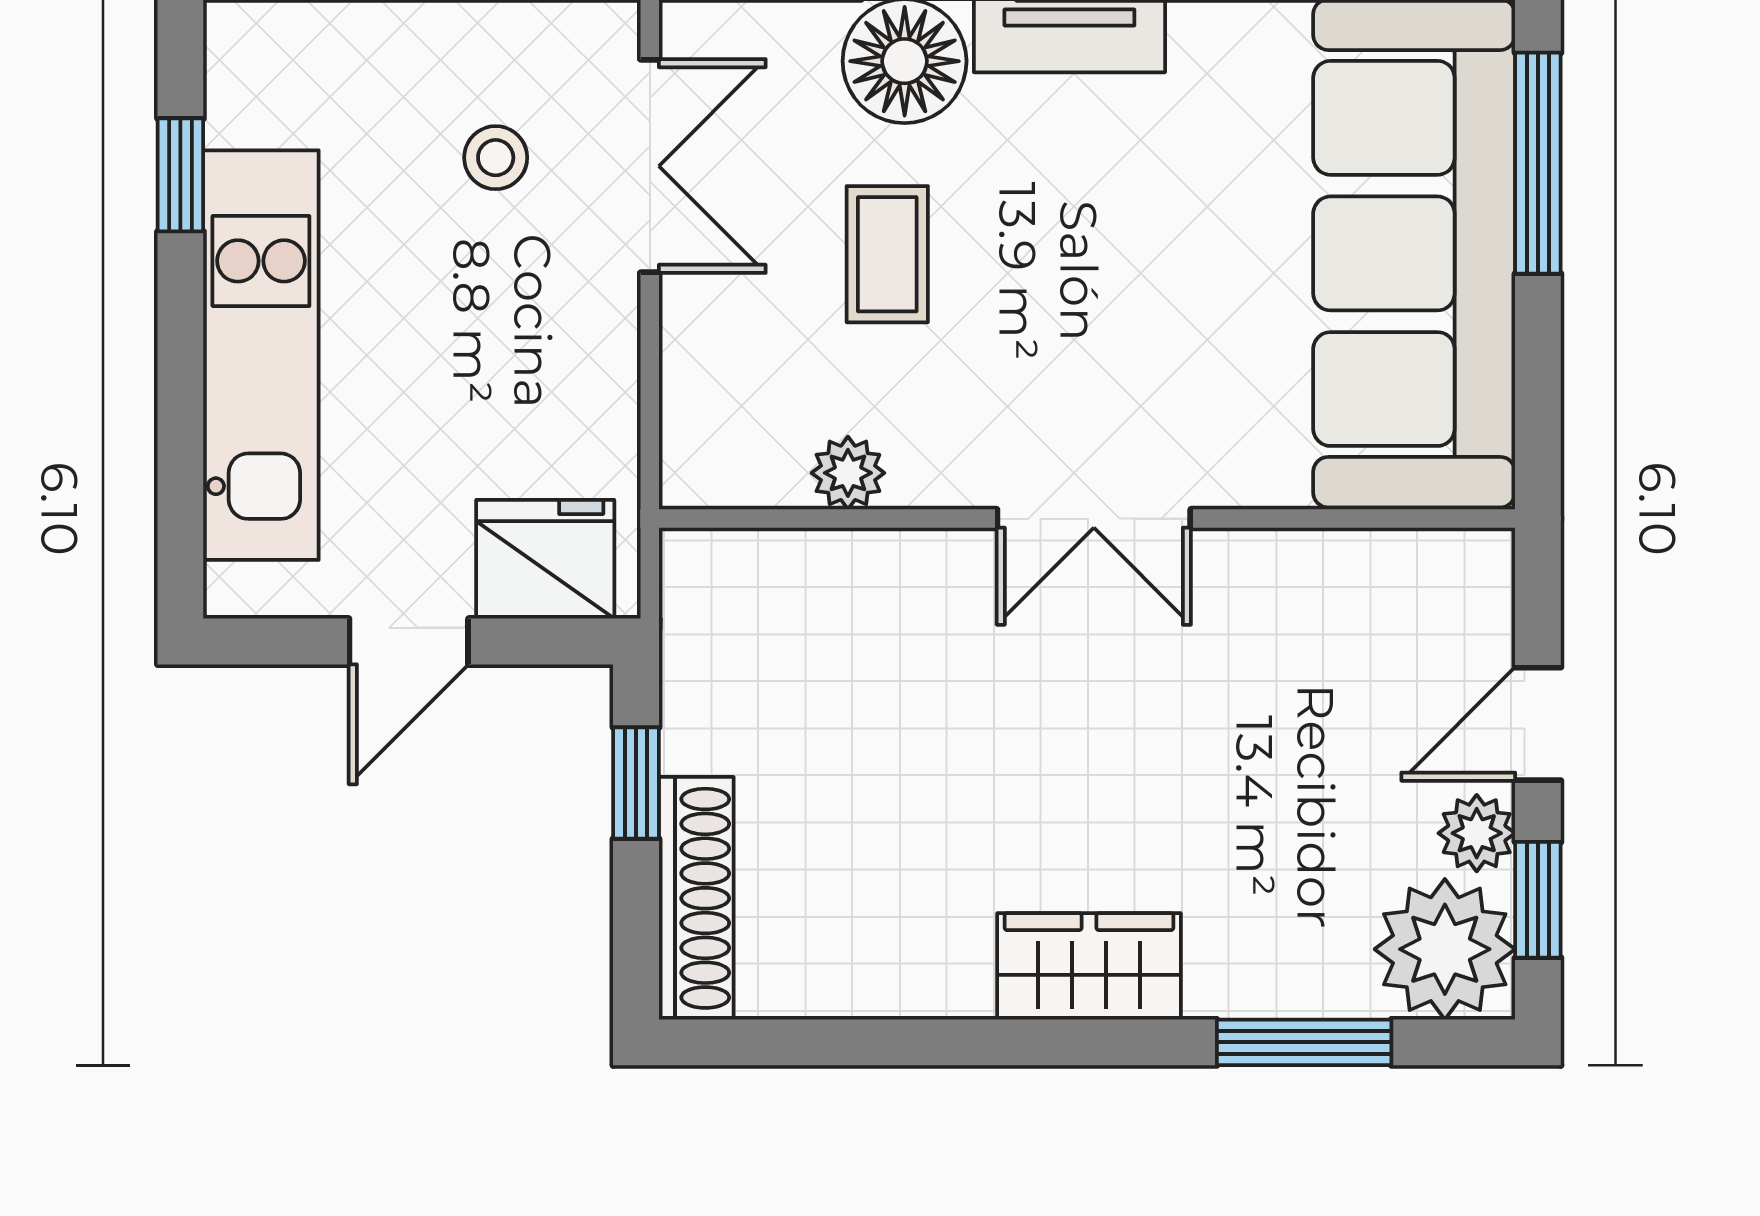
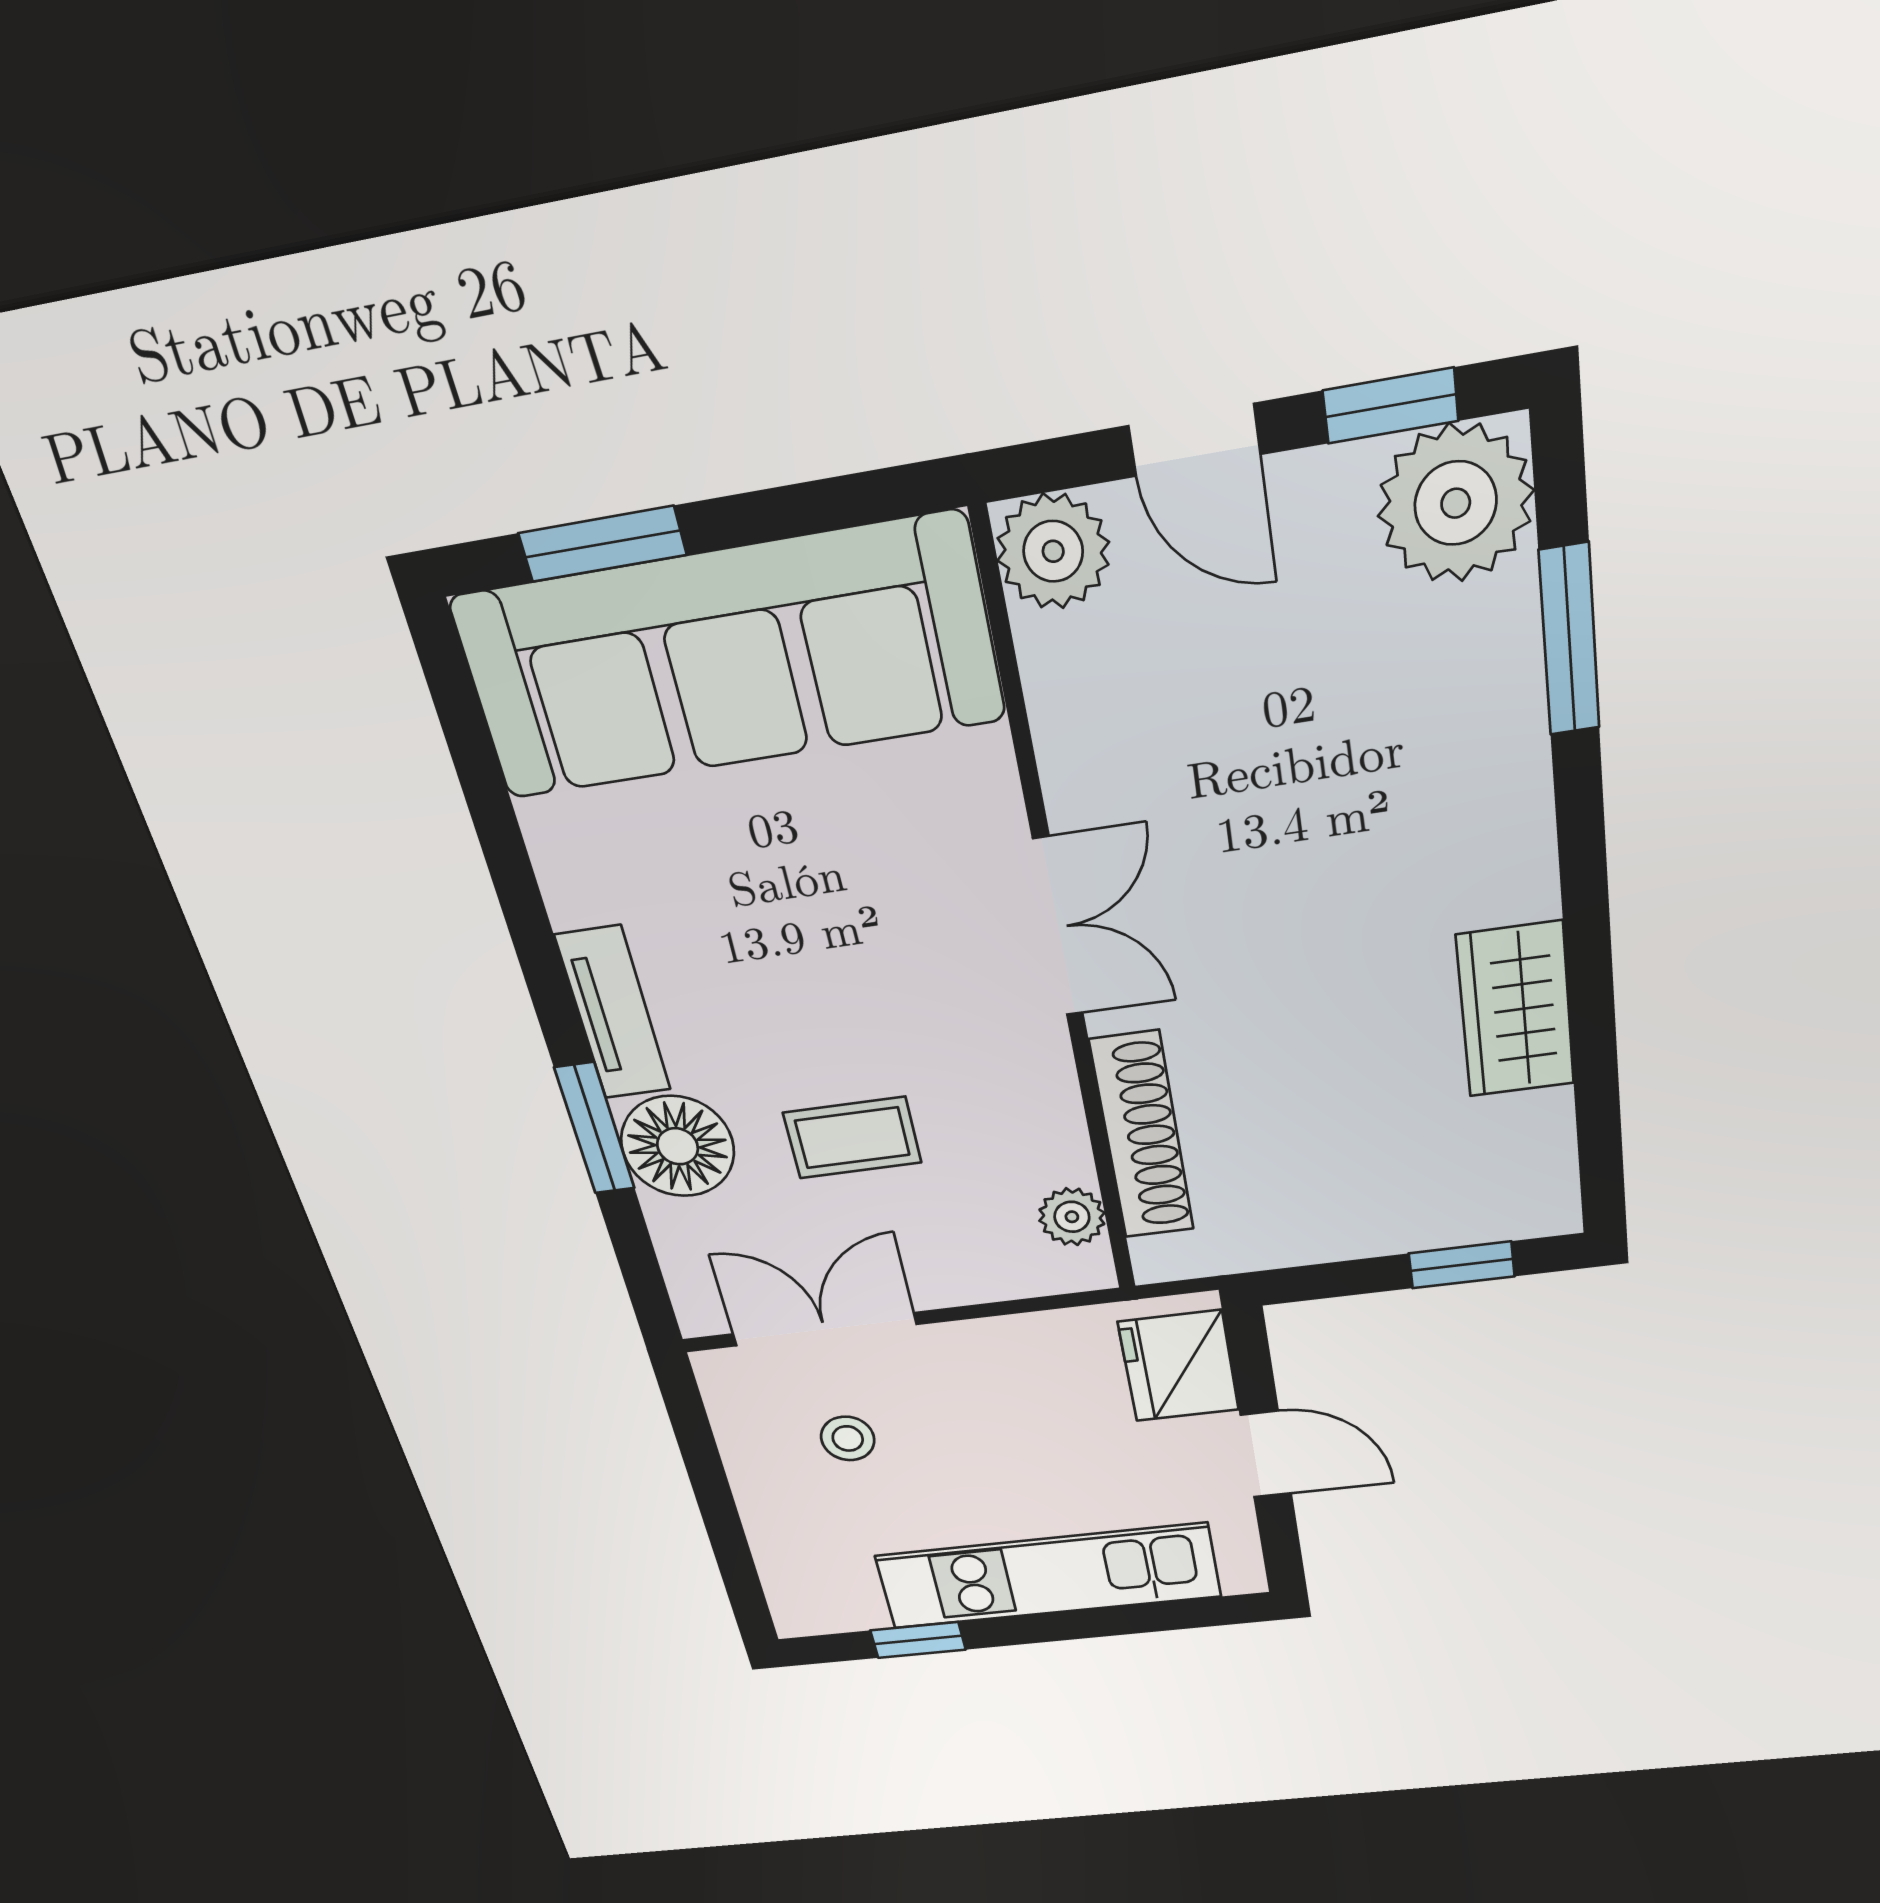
window: (1538, 163) -> (602, 544), width x0.69
plant: (848, 473) -> (1072, 1217), moved
window: (636, 783) -> (1462, 1265), moved
plant: (1477, 833) -> (1053, 551), moved, width x1.38, depth x1.38
shoe rack: (696, 898) -> (1142, 1136), moved, turned 90
wardrobe: (1089, 966) -> (1515, 1010), moved

